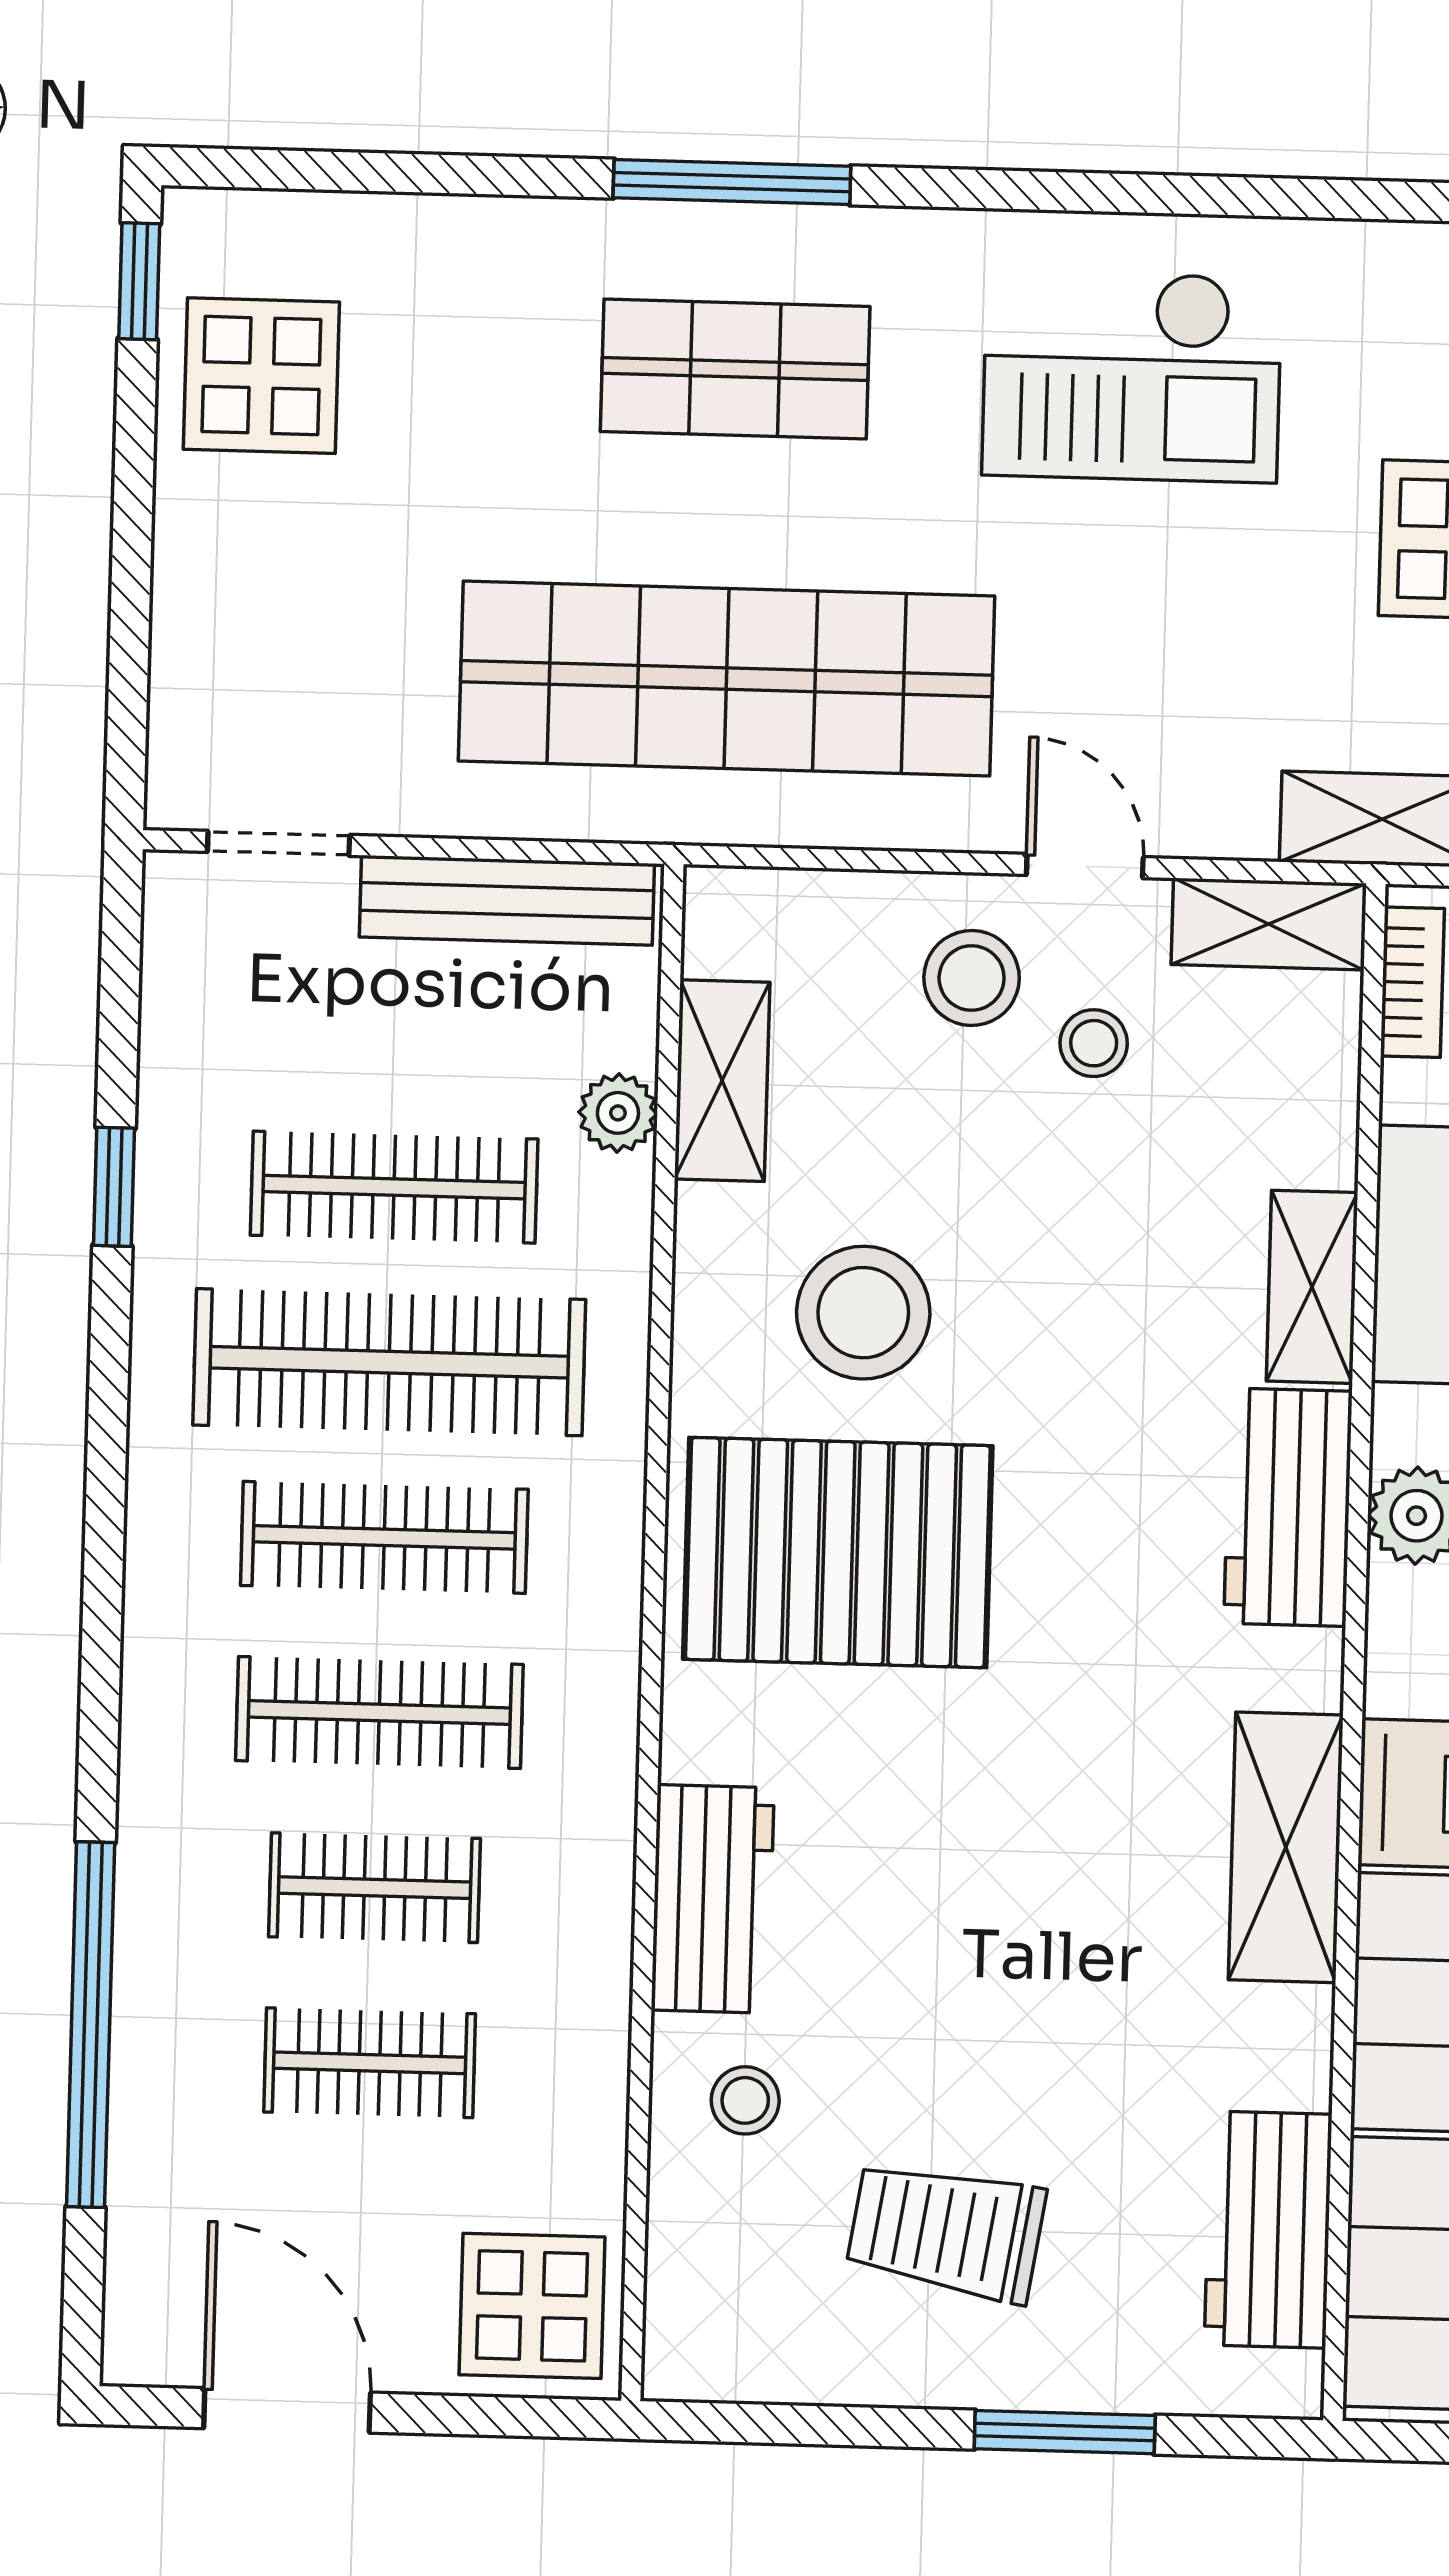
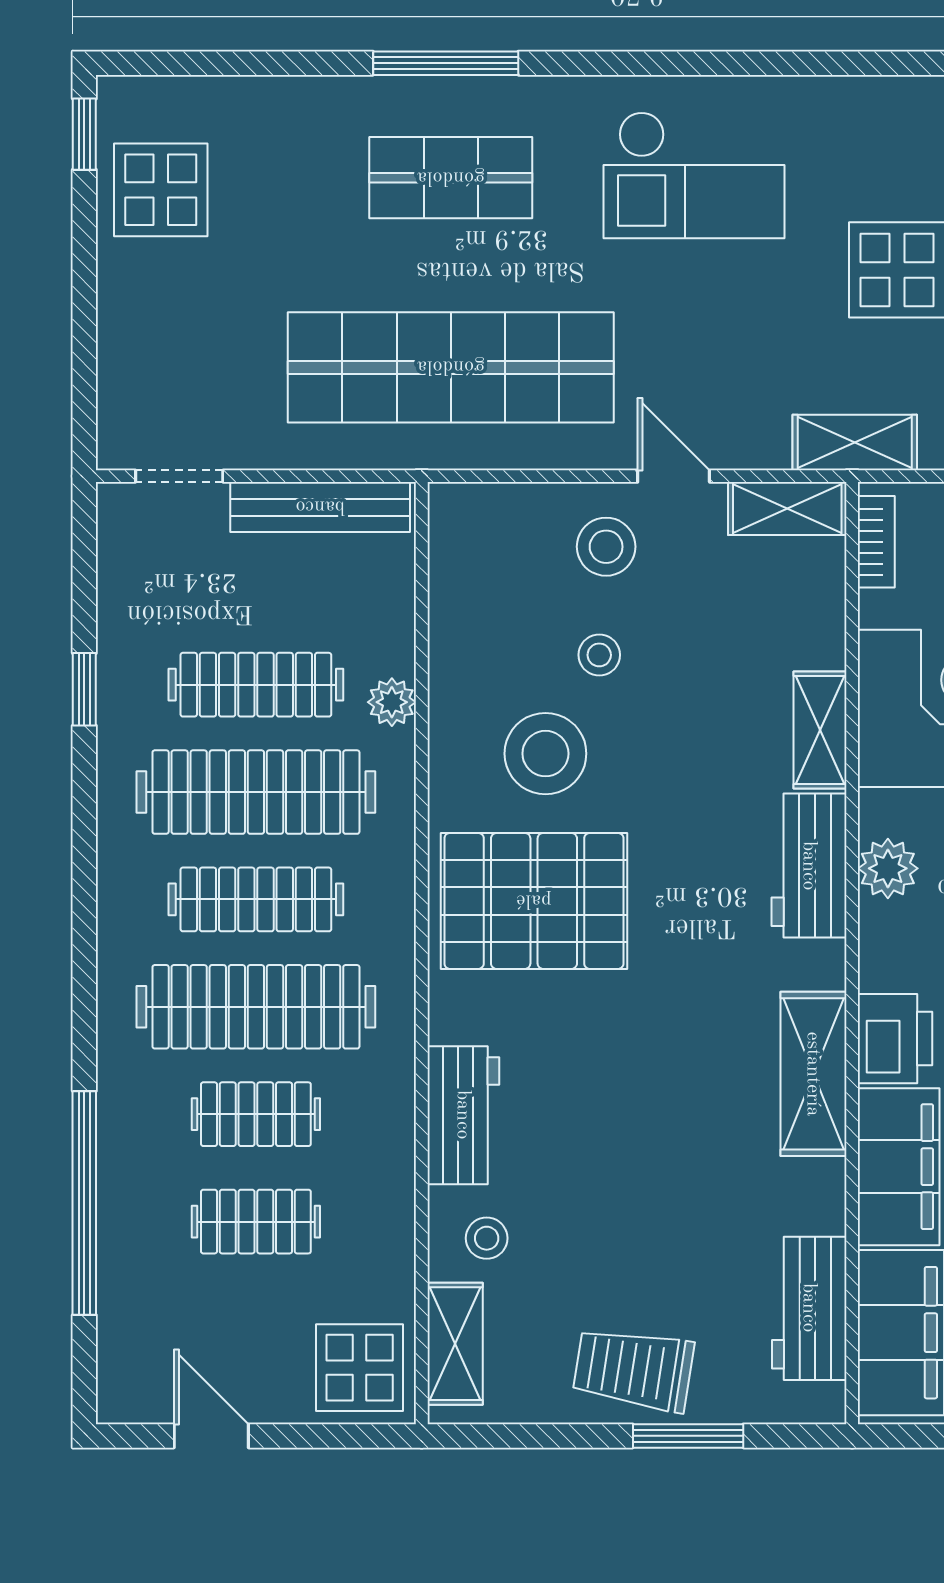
stool: (1094, 1043) -> (599, 655), moved
shelving: (722, 1081) -> (455, 1344), moved
plant: (618, 1113) -> (392, 702), moved
clothes rail: (379, 1713) -> (256, 1007), width x1.37, depth x1.31
trolley: (946, 2231) -> (633, 1369), moved
door: (287, 2410) -> (211, 1436), width x0.73

